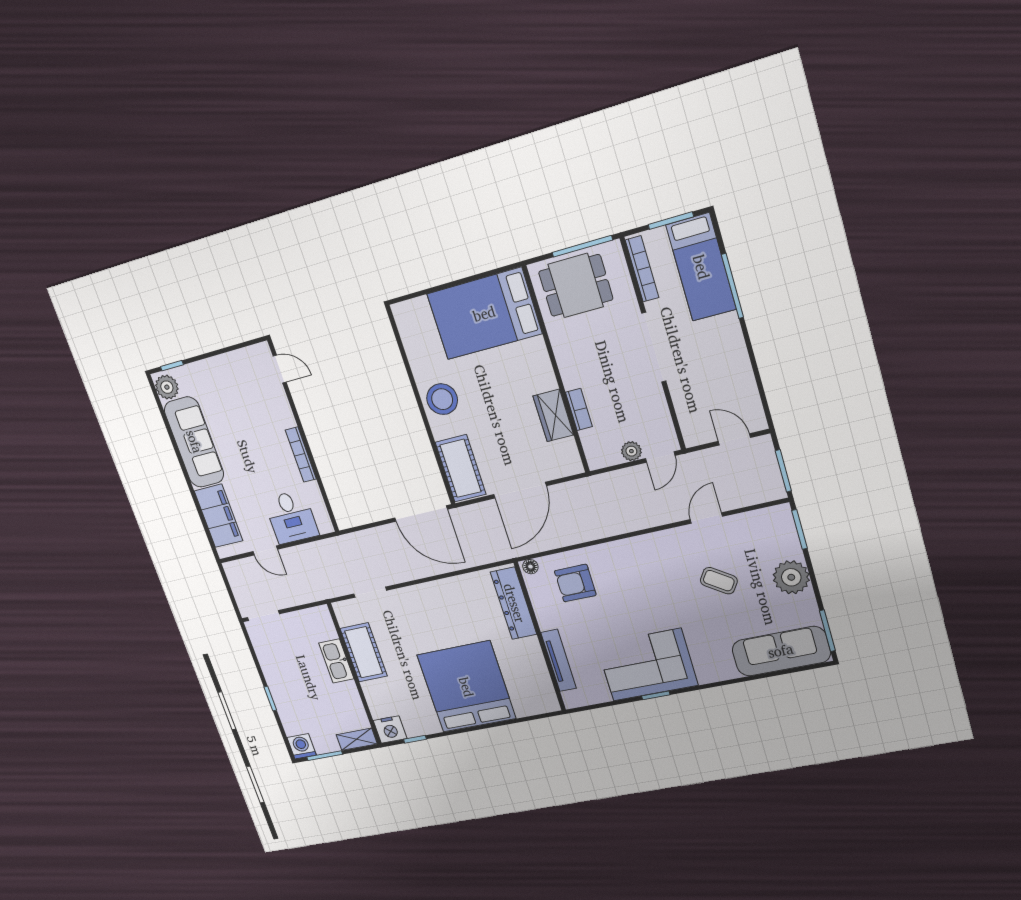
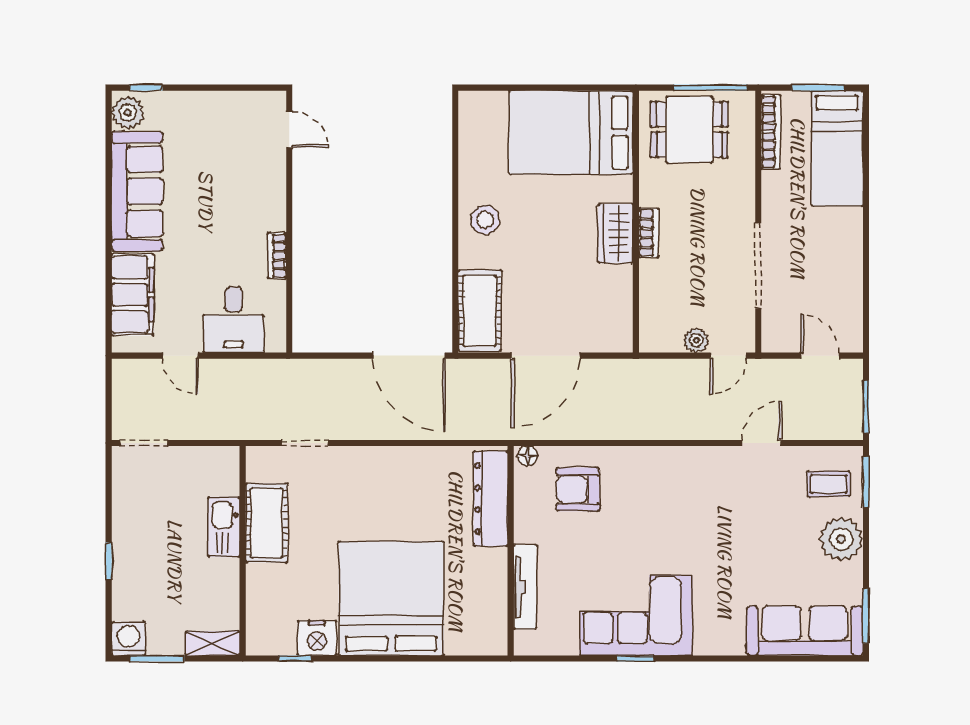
window: (732, 286) -> (866, 179), removed
doorway: (654, 347) -> (758, 266), moved
stool: (442, 399) -> (485, 220), width x0.73, depth x0.73
bookcase: (579, 409) -> (649, 233), moved
wardrobe: (553, 415) -> (616, 233), moved
bookcase: (301, 455) -> (277, 256), width x0.64
coffee table: (719, 581) -> (829, 484), moved, turned -34
nightstand: (390, 729) -> (317, 638), moved

